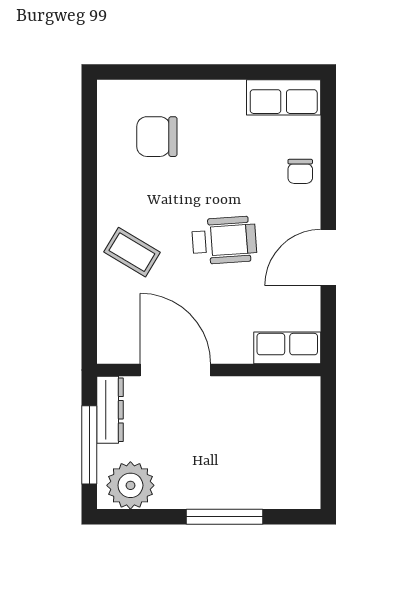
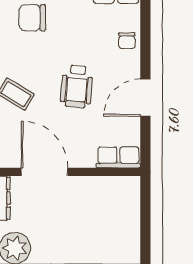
wheelchair: (224, 240) -> (77, 86), turned 99

